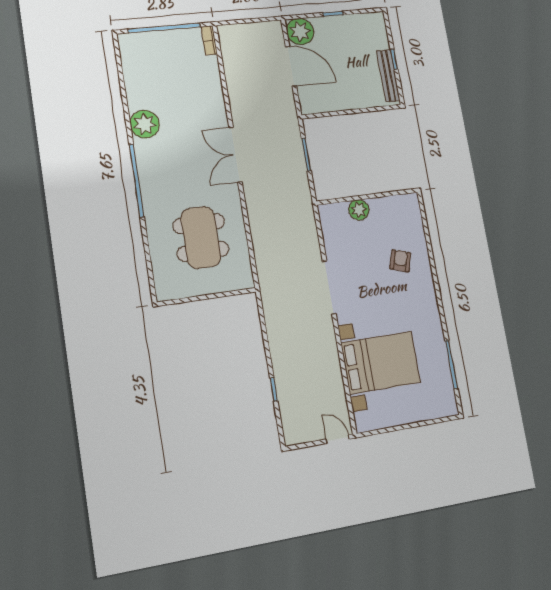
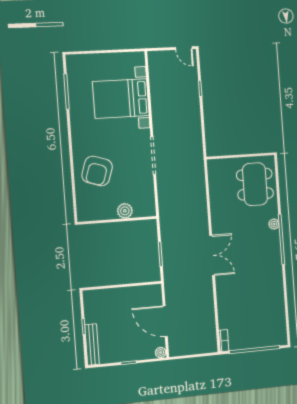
plant: (300, 31) -> (161, 353), width x0.53, depth x0.53
bench: (388, 76) -> (92, 345), moved
plant: (145, 124) -> (274, 224), moved, width x0.53, depth x0.53
dining table: (201, 237) -> (255, 184), moved
armchair: (400, 261) -> (97, 171), width x1.88, depth x1.88
door: (338, 439) -> (184, 48), moved

